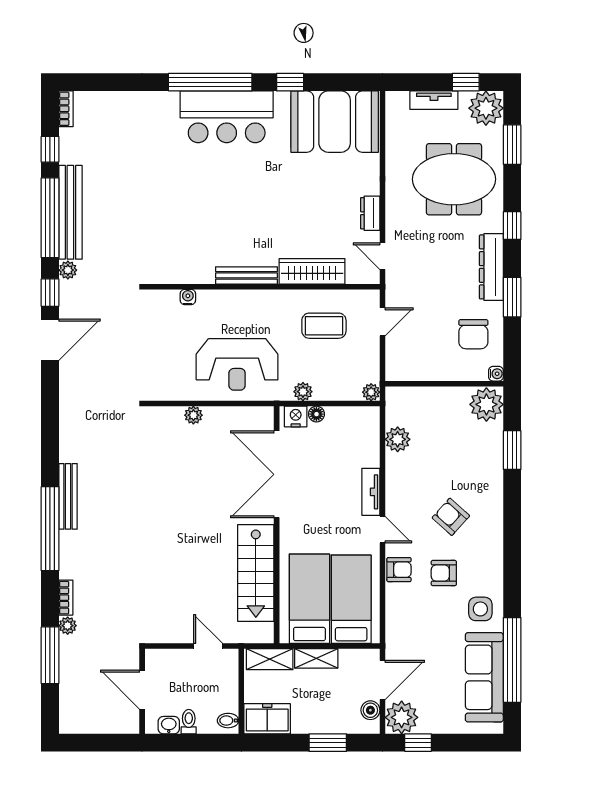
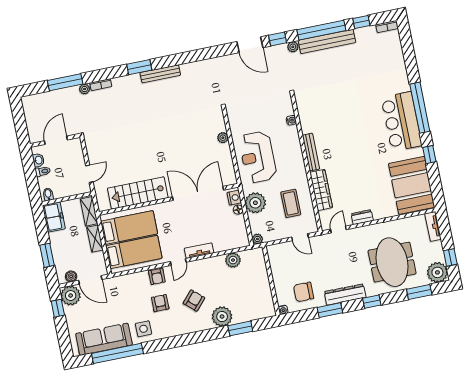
tv unit: (434, 100) -> (433, 226), moved
plant: (303, 392) -> (255, 203), width x1.88, depth x1.88
plant: (486, 404) -> (222, 317), moved
window: (50, 529) -> (139, 67), width x0.47

